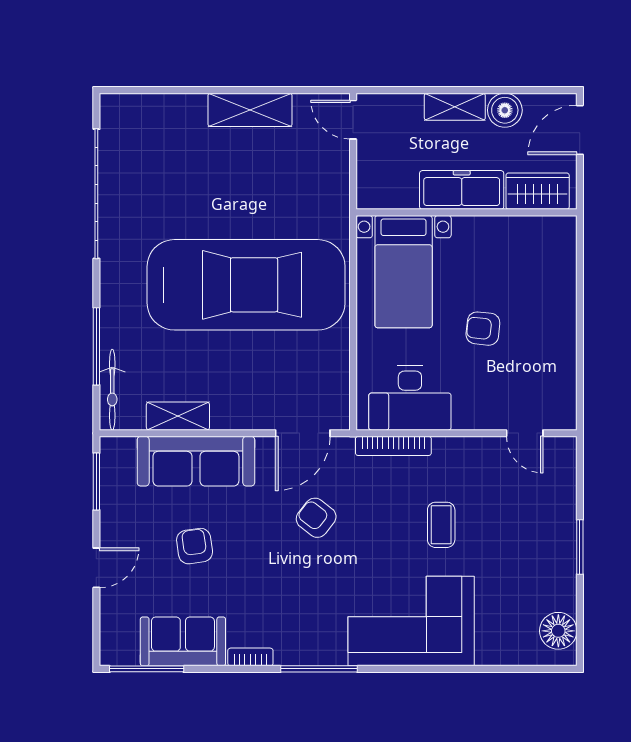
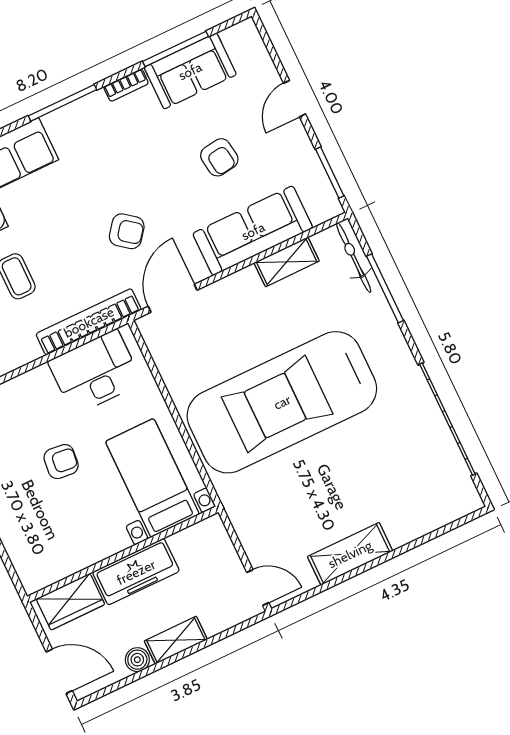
boiler: (505, 110) -> (137, 660), width x0.73, depth x0.73
door: (580, 130) -> (59, 671), hinge flipped
bookcase: (393, 446) -> (89, 322), width x1.48, depth x1.31
window: (147, 669) -> (175, 49), moved

